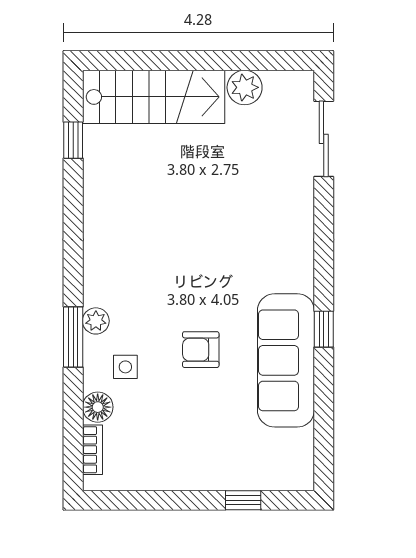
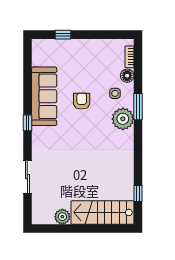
sliding door: (324, 139) -> (27, 177), moved
plant: (96, 321) -> (123, 119), width x1.88, depth x1.88
window: (324, 329) -> (27, 123), moved
armchair: (201, 350) -> (82, 101), turned -90

